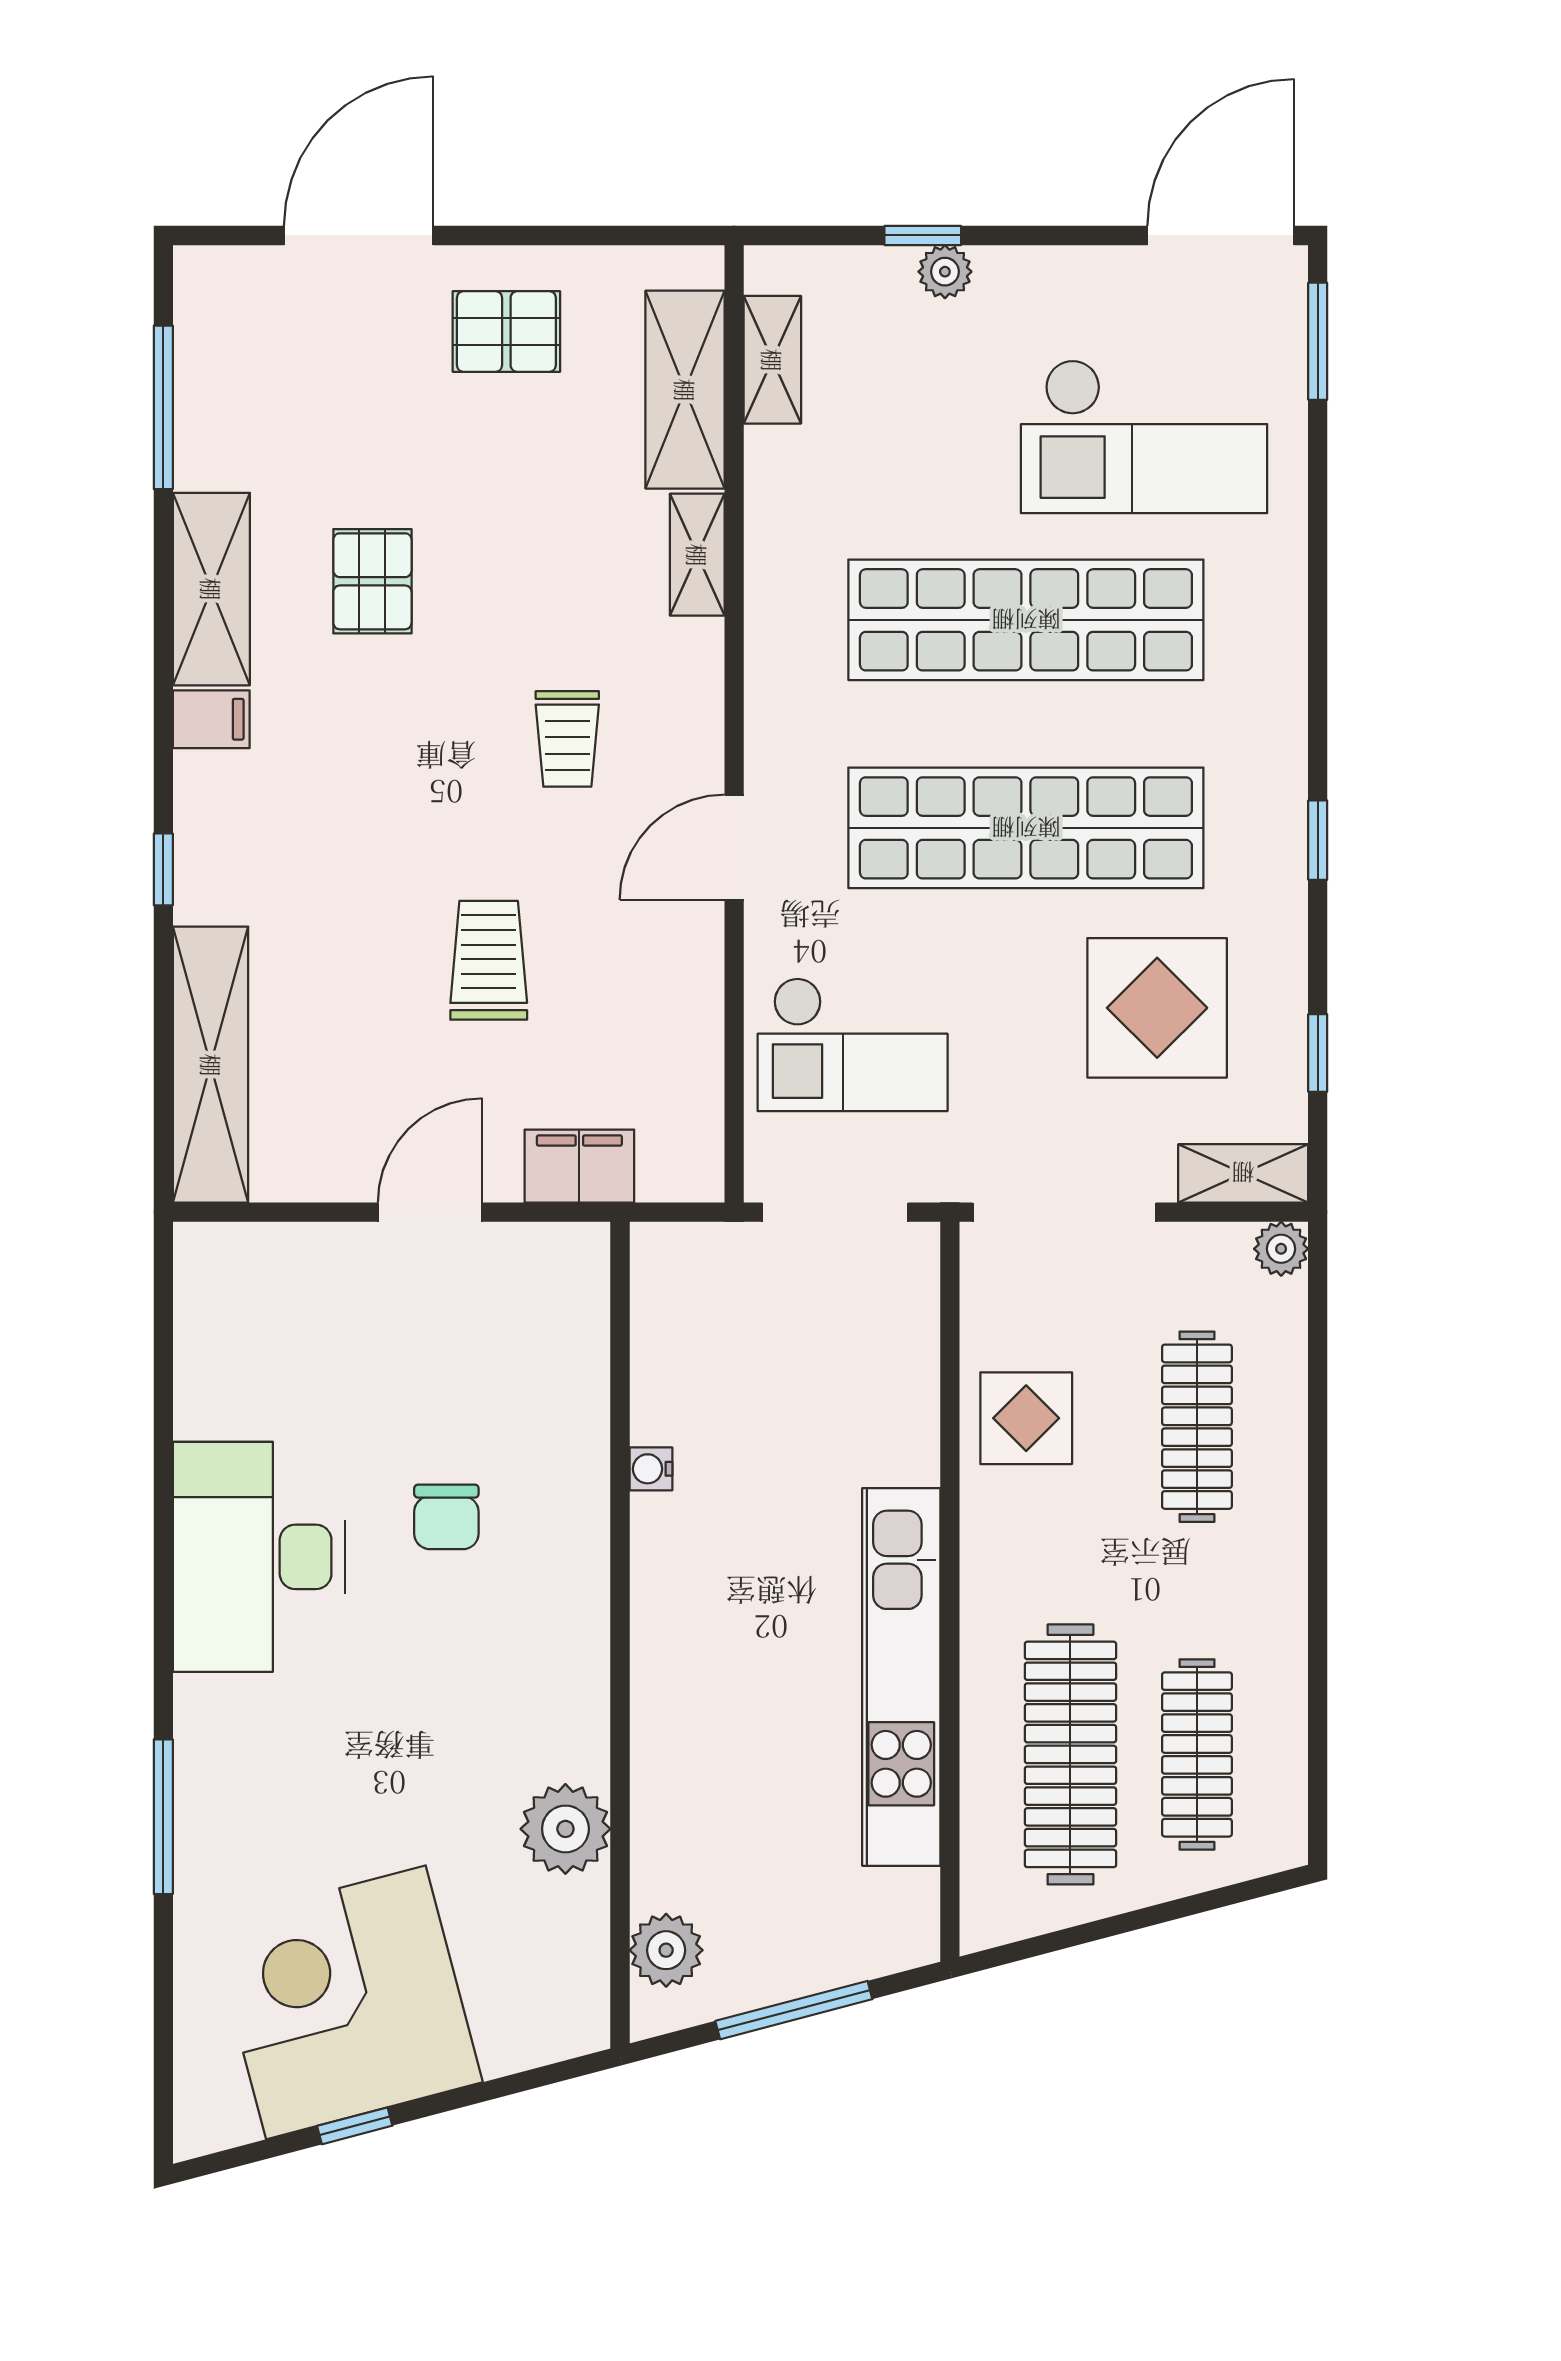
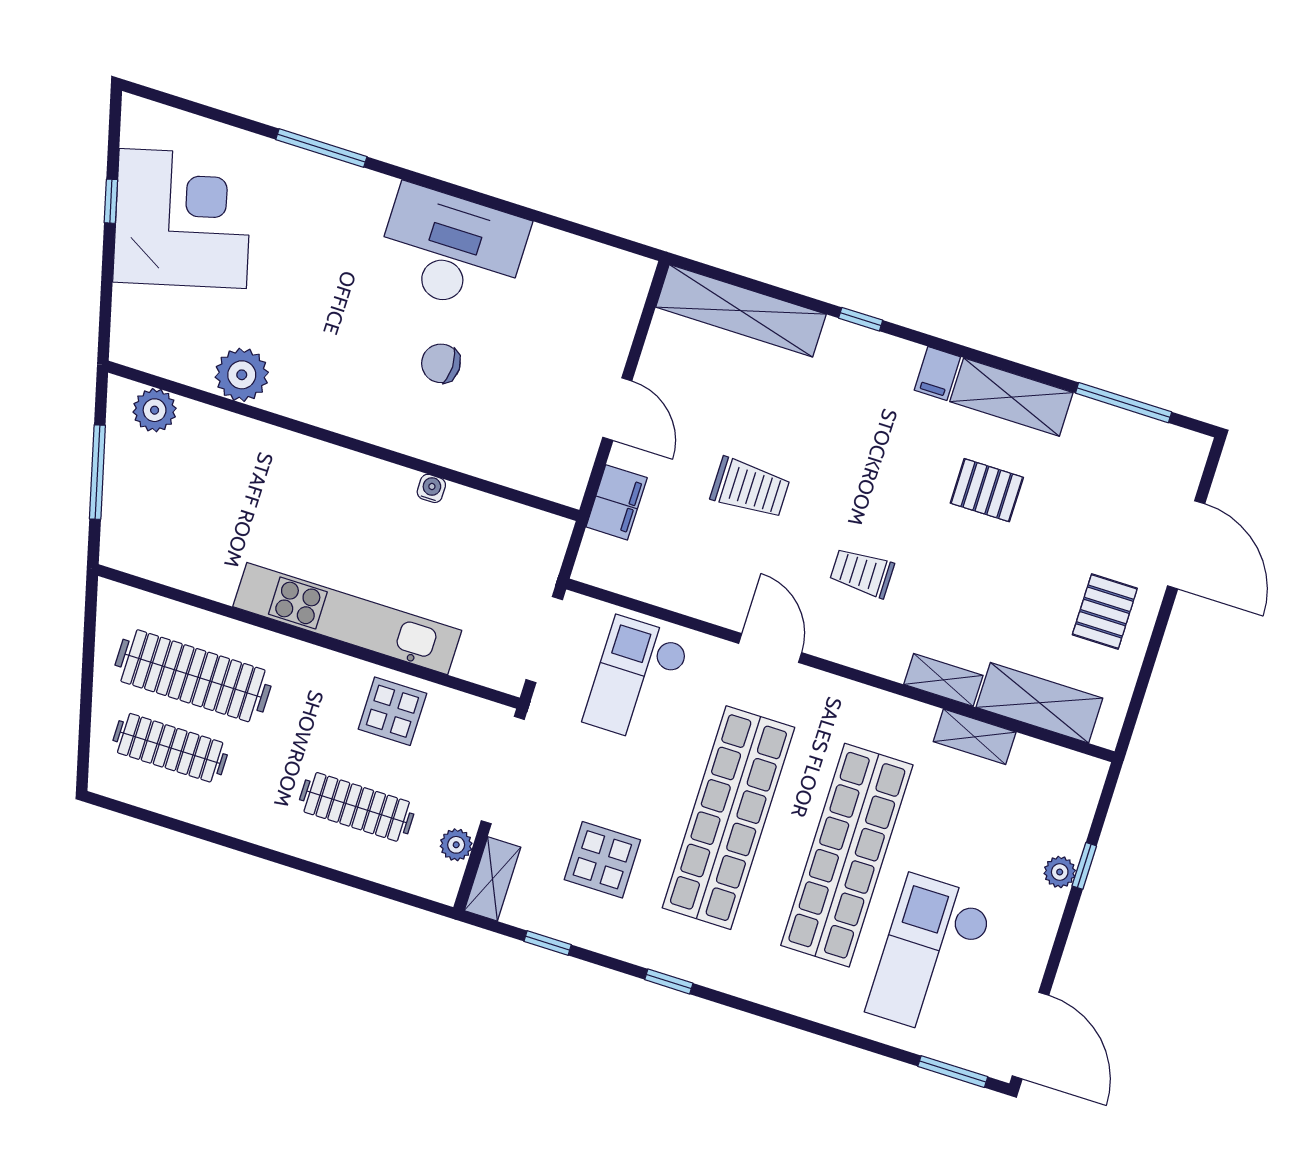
shelving: (772, 360) -> (975, 737), moved
display table: (1157, 1008) -> (602, 860), width x0.73, depth x0.73
plant: (1281, 1249) -> (456, 845), moved
kitchen unit: (901, 1677) -> (347, 619), moved

